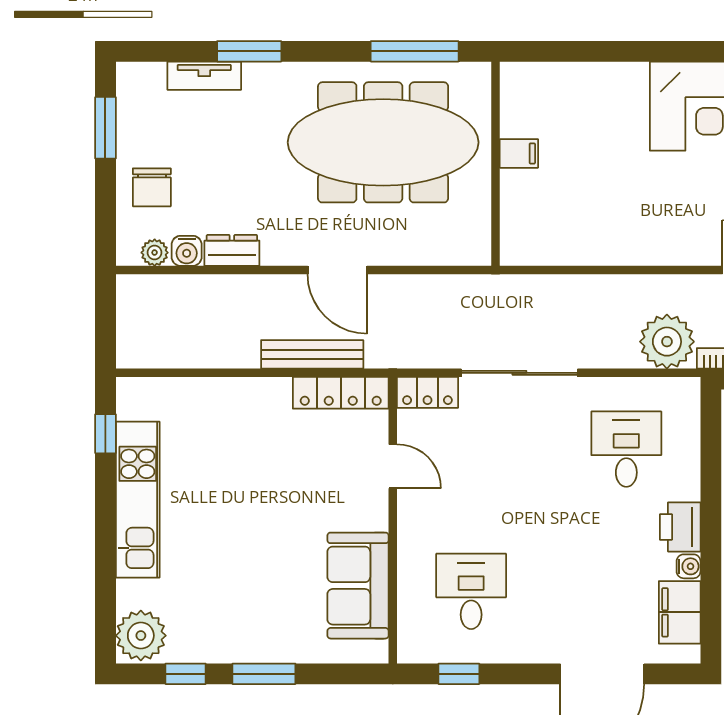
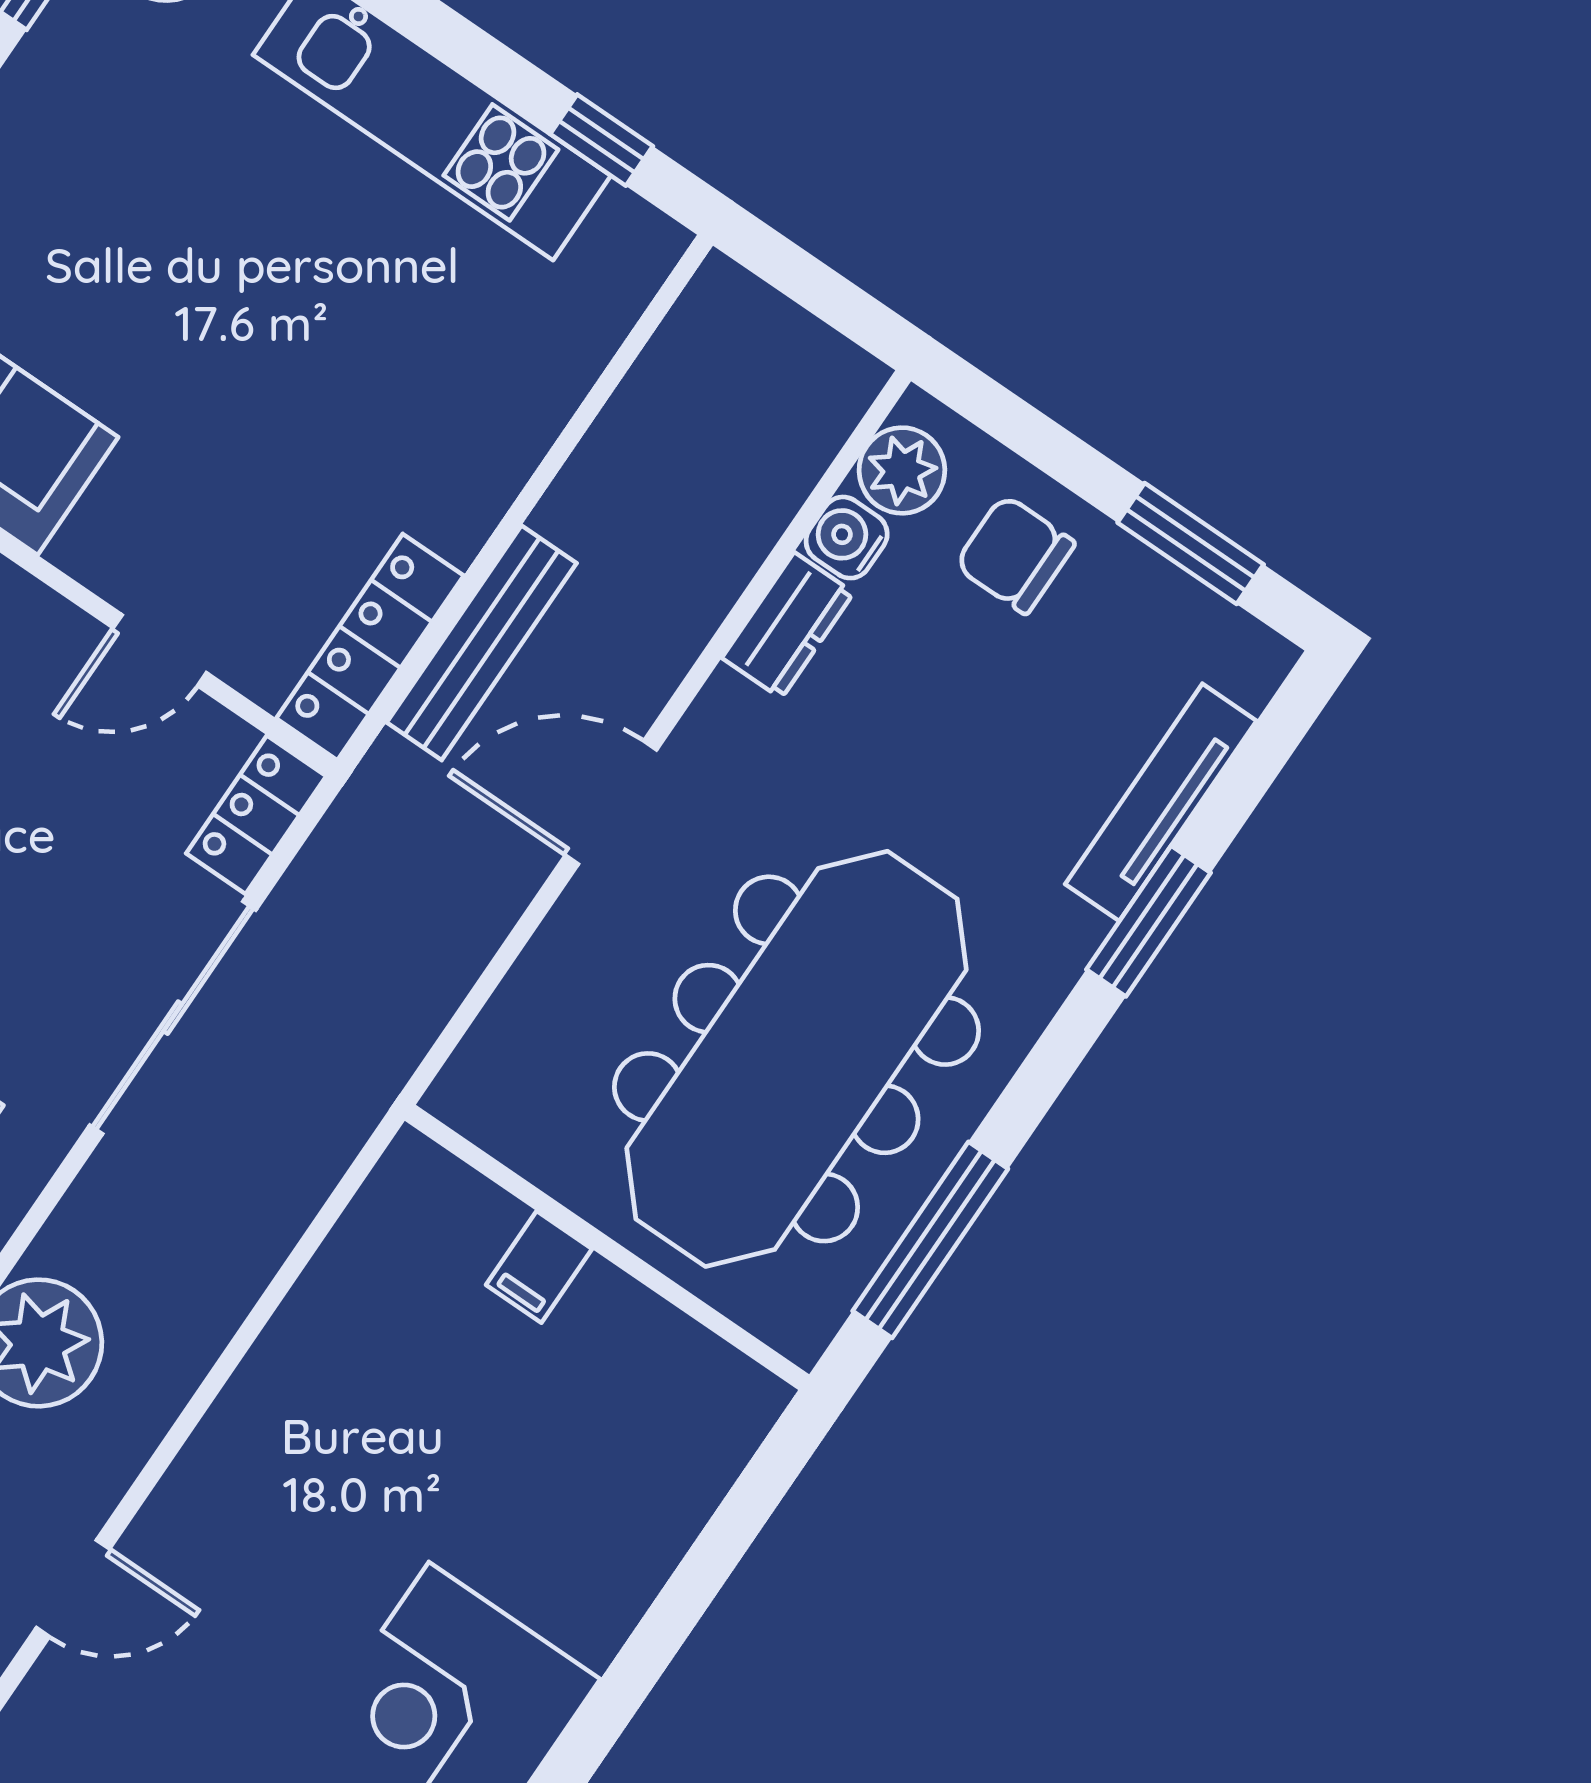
tv unit: (204, 76) -> (1161, 802), width x1.41
filing cabinet: (519, 153) -> (539, 1267), moved
plant: (155, 253) -> (902, 470), width x1.38, depth x1.38

